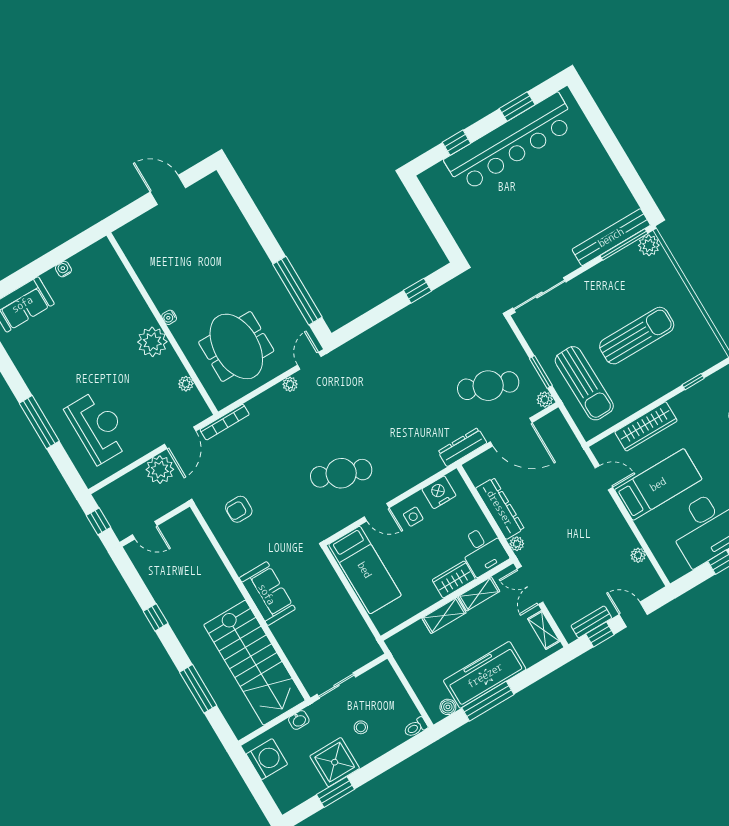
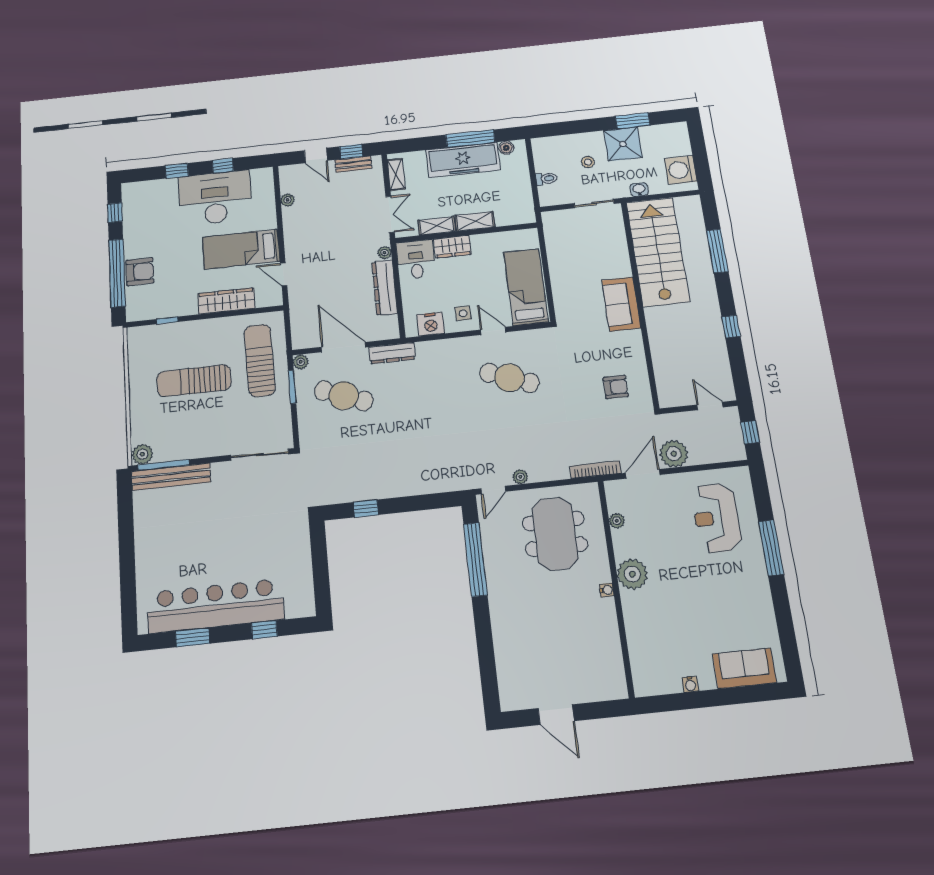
toilet: (416, 727) -> (546, 179), moved

